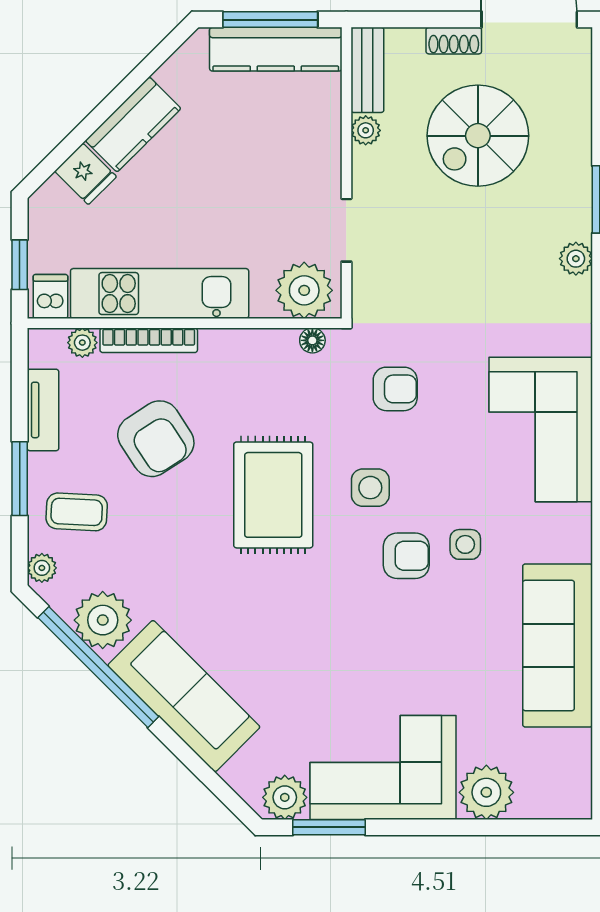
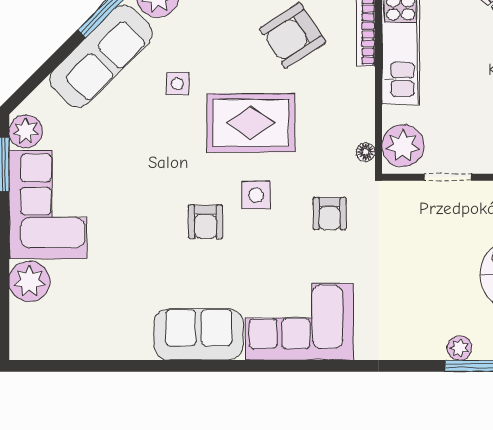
plant: (576, 259) -> (459, 348), moved
side table: (465, 544) -> (177, 84), moved
sofa: (558, 645) -> (199, 334), moved, width x0.73

